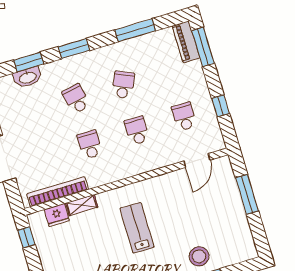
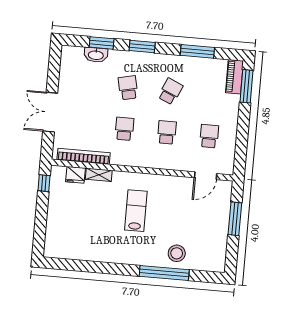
window: (221, 106) -> (242, 139), removed

